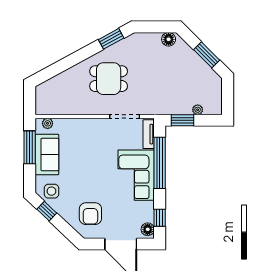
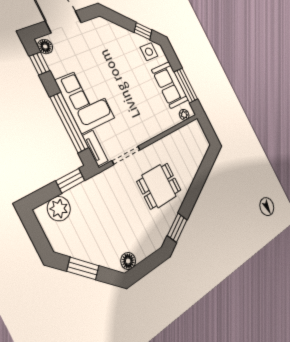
plant: (198, 110) -> (59, 209), width x1.87, depth x1.87
armchair: (90, 214) -> (106, 43), removed

